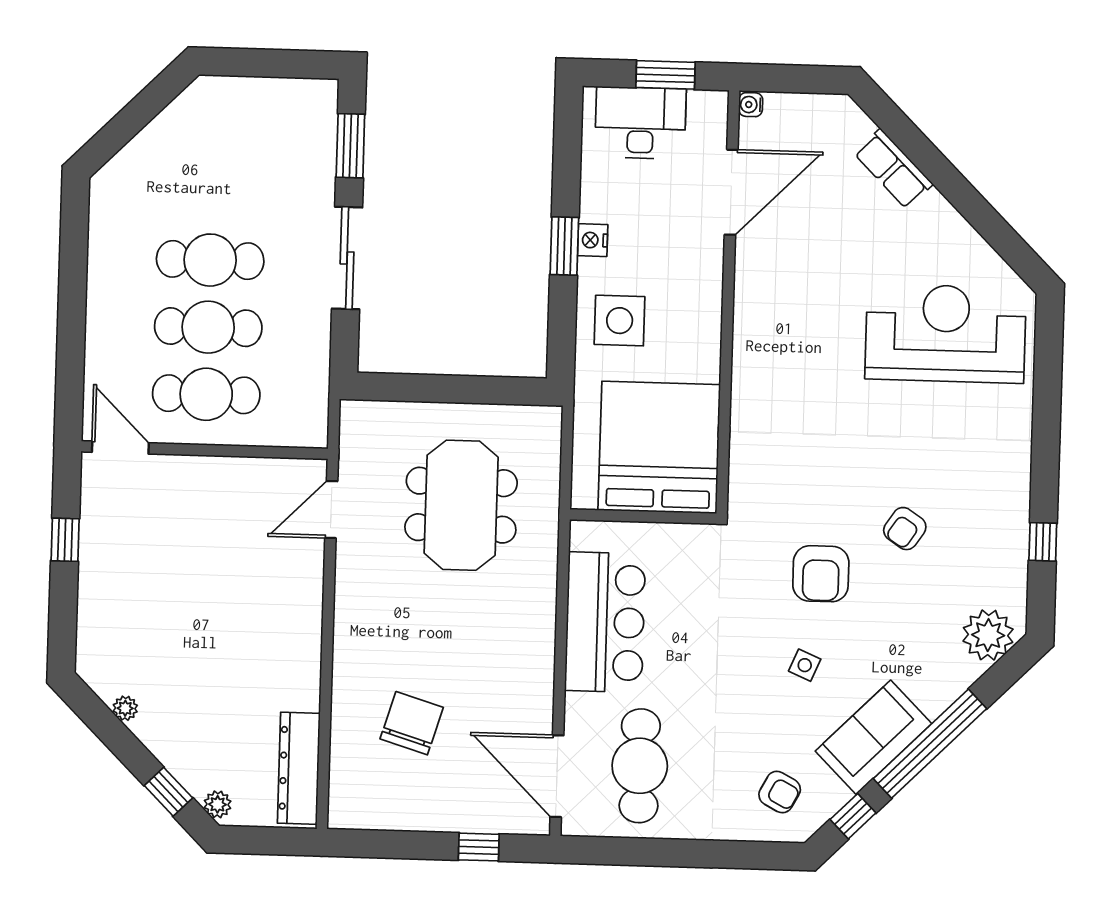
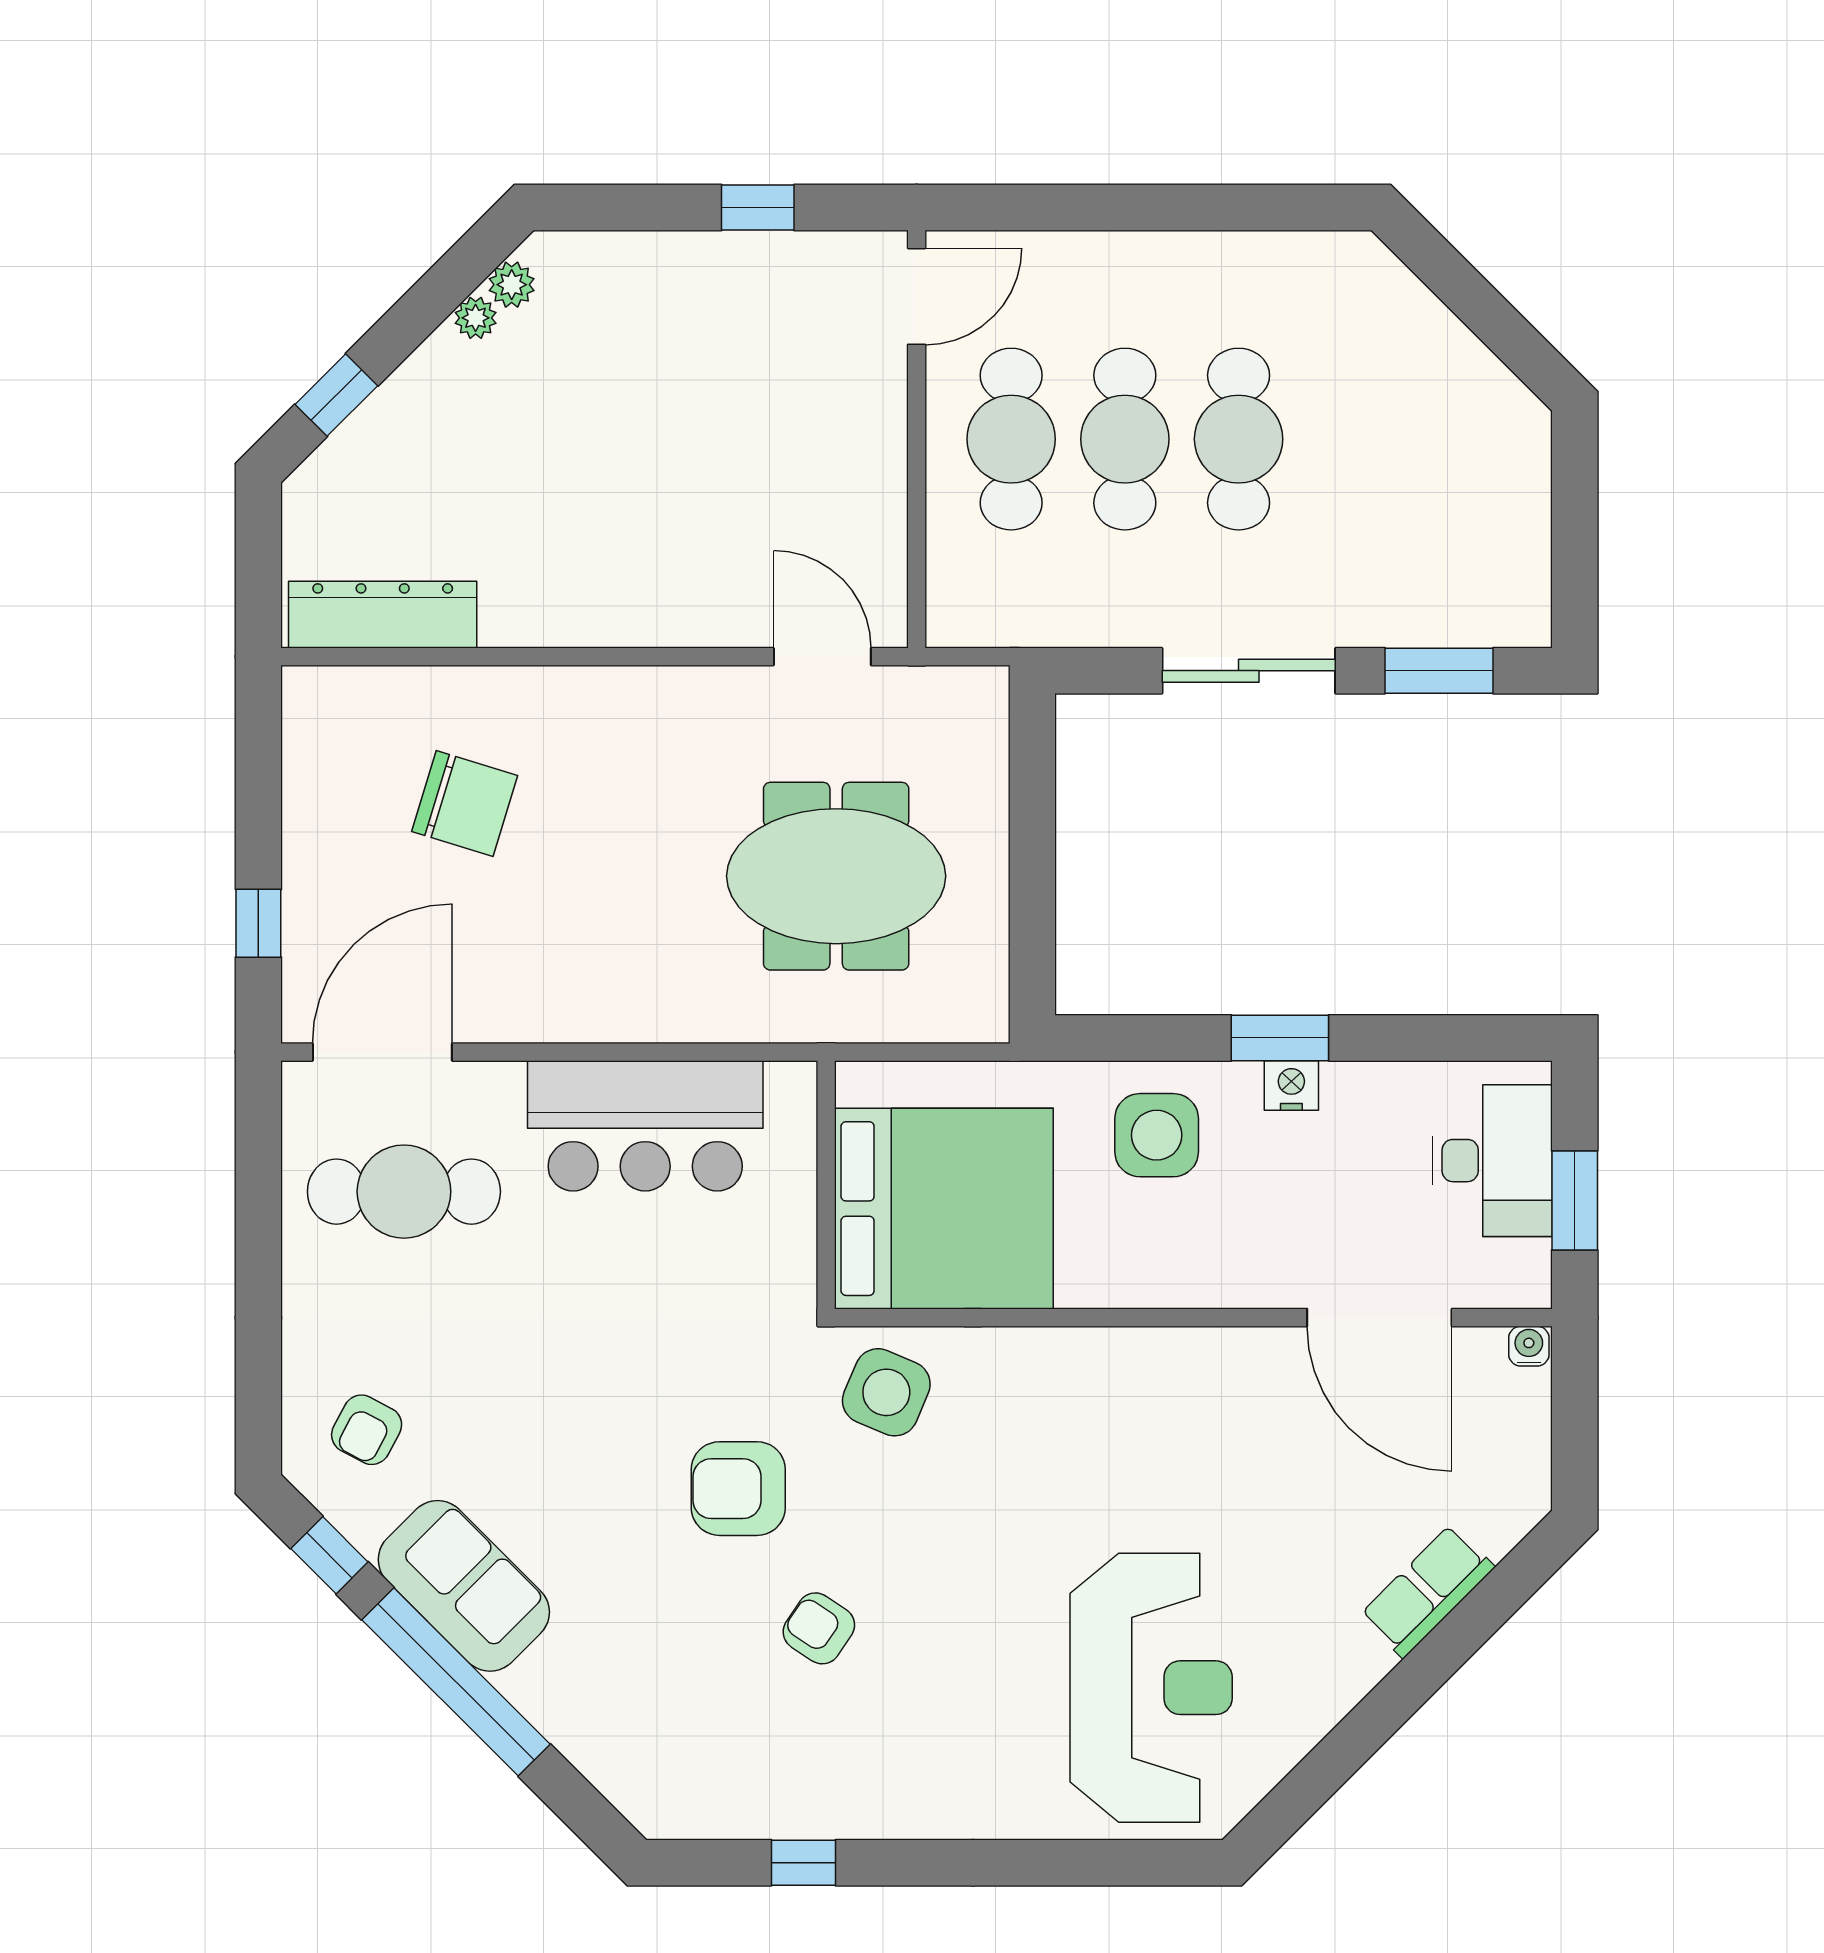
plant: (988, 635) -> (643, 1775), removed
side table: (805, 665) -> (886, 1392), moved, width x1.87, depth x1.87
plant: (218, 804) -> (512, 285), moved

